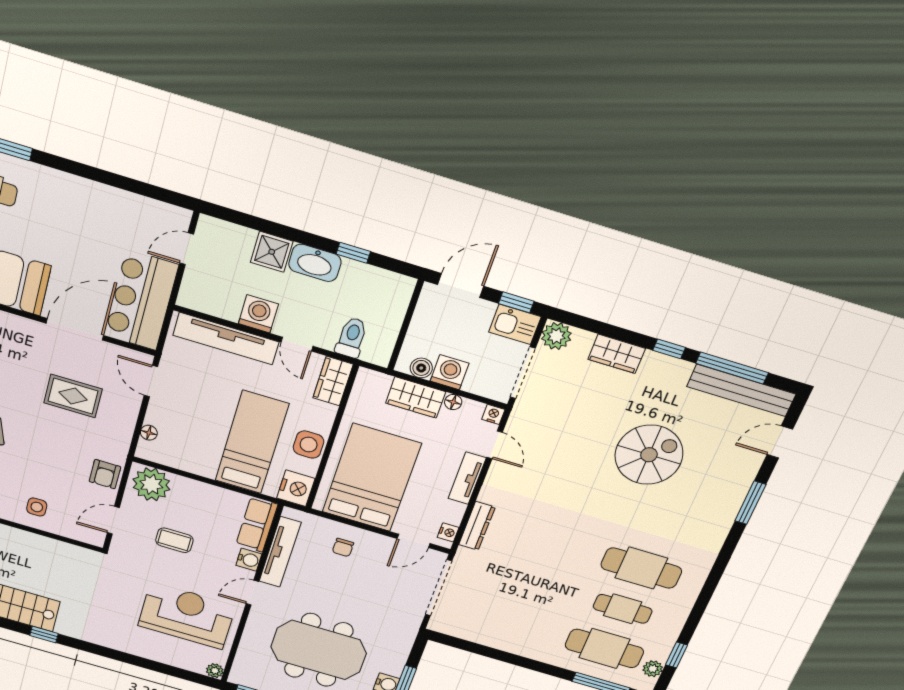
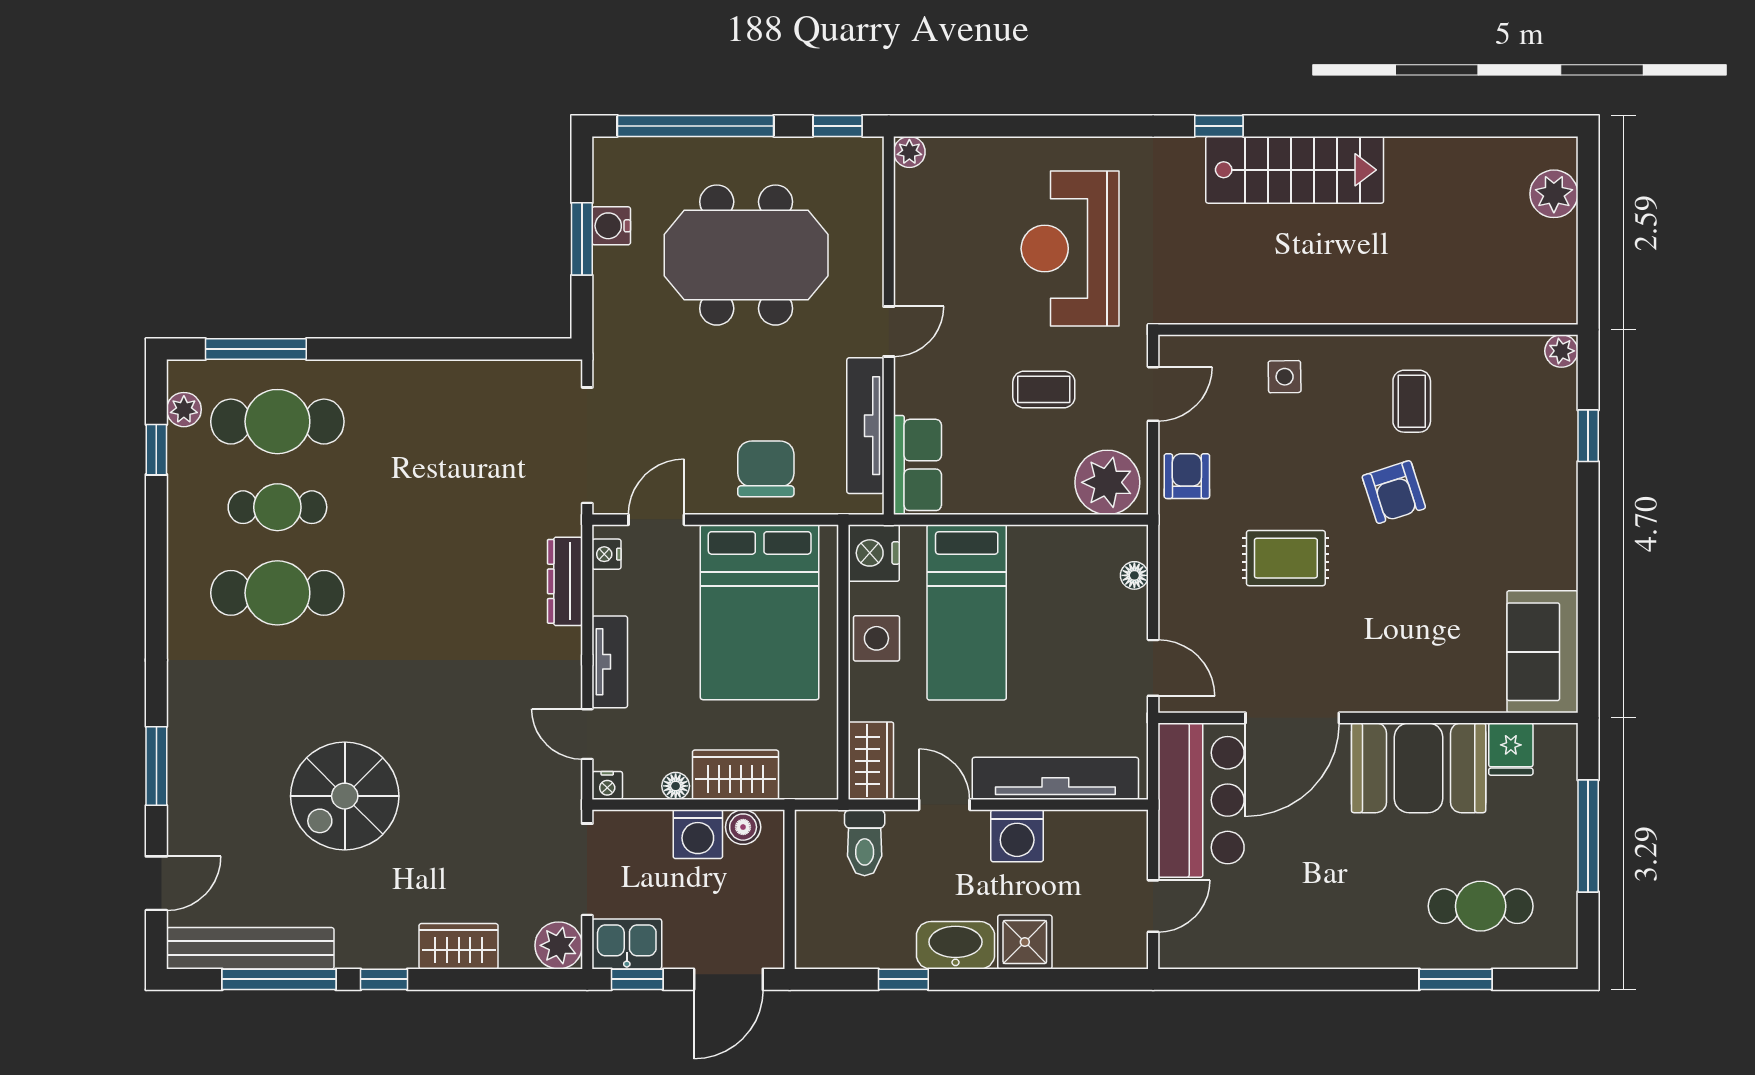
rug: (73, 396) -> (1286, 558), moved
chair: (343, 548) -> (766, 469), width x1.87, depth x1.87
water cooler: (249, 560) -> (912, 394), removed
reception desk: (187, 616) -> (1070, 249), moved, turned 90

